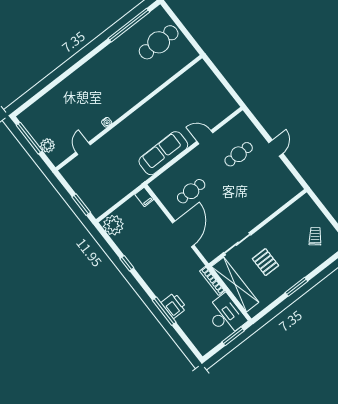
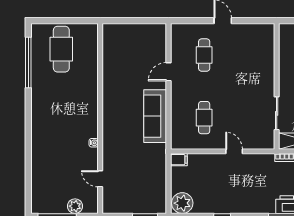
door: (183, 234) -> (234, 151), width x0.53

